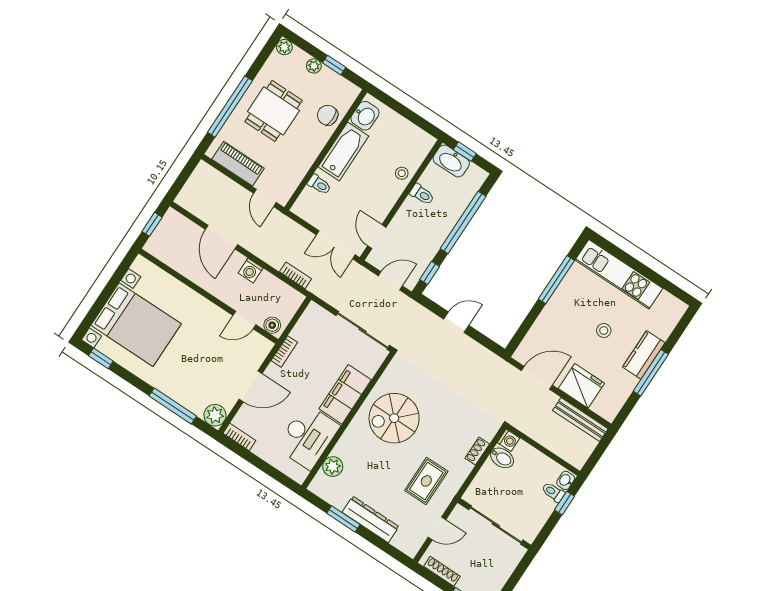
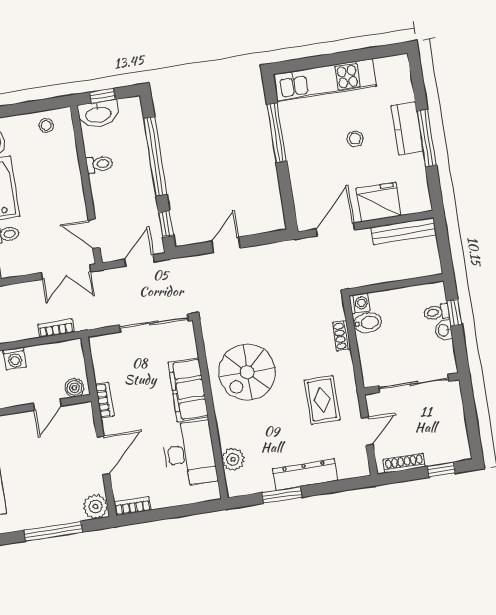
stool: (402, 173) -> (46, 125), moved
washbasin: (566, 480) -> (444, 330), moved

